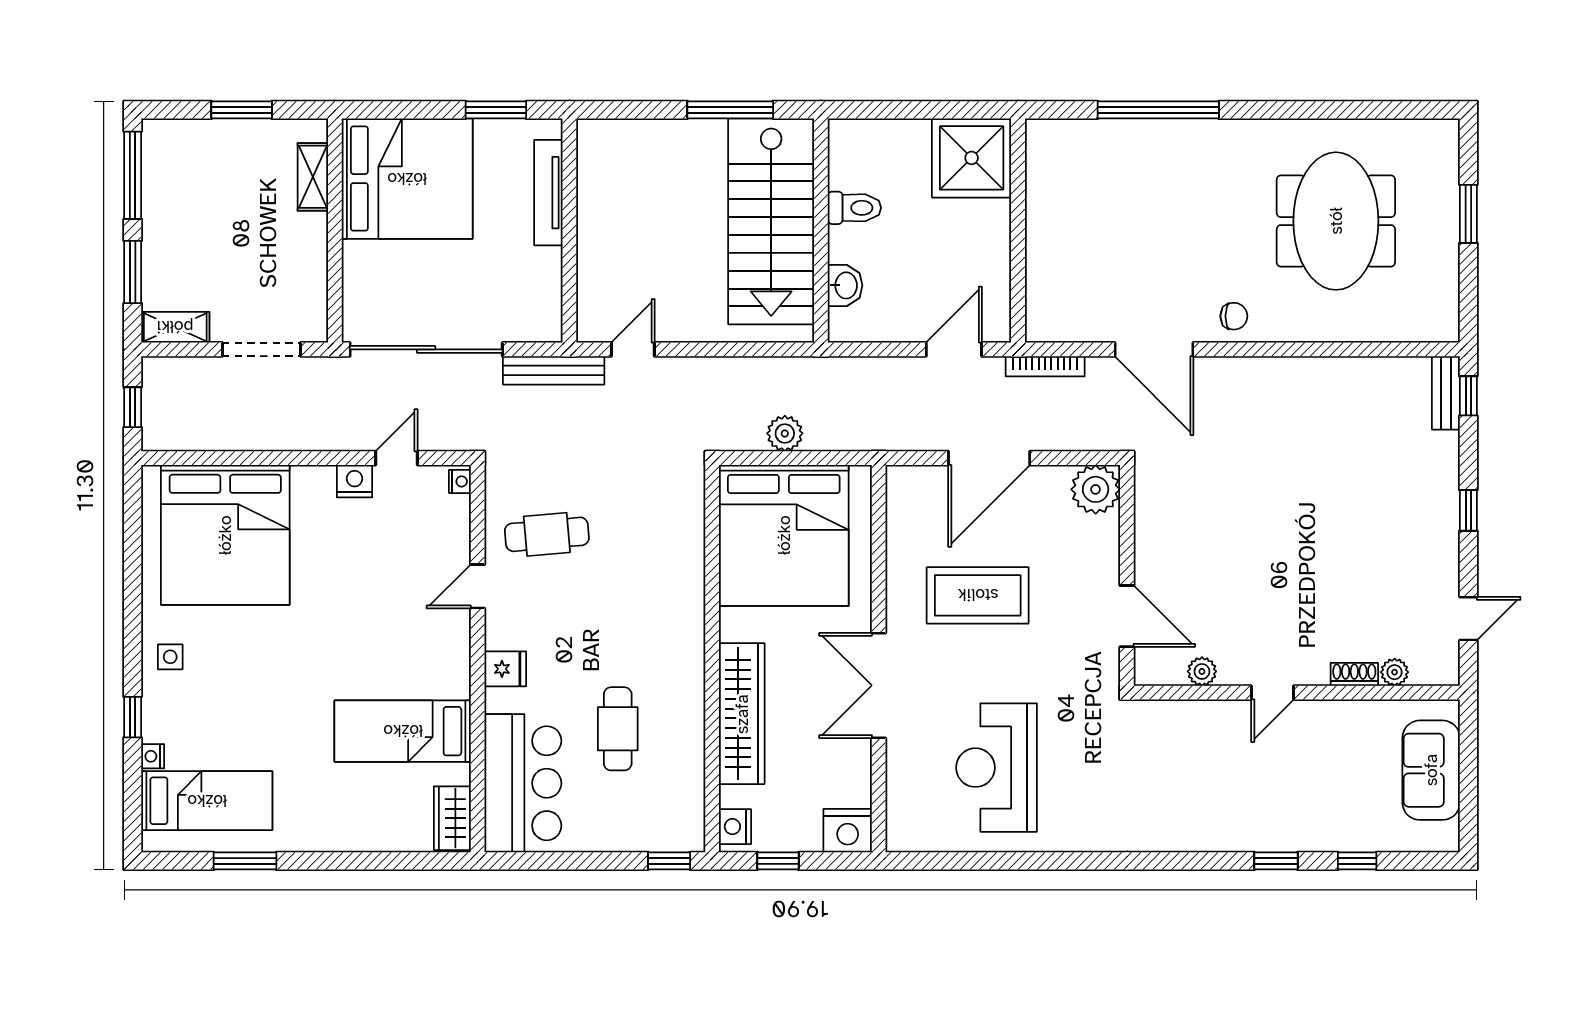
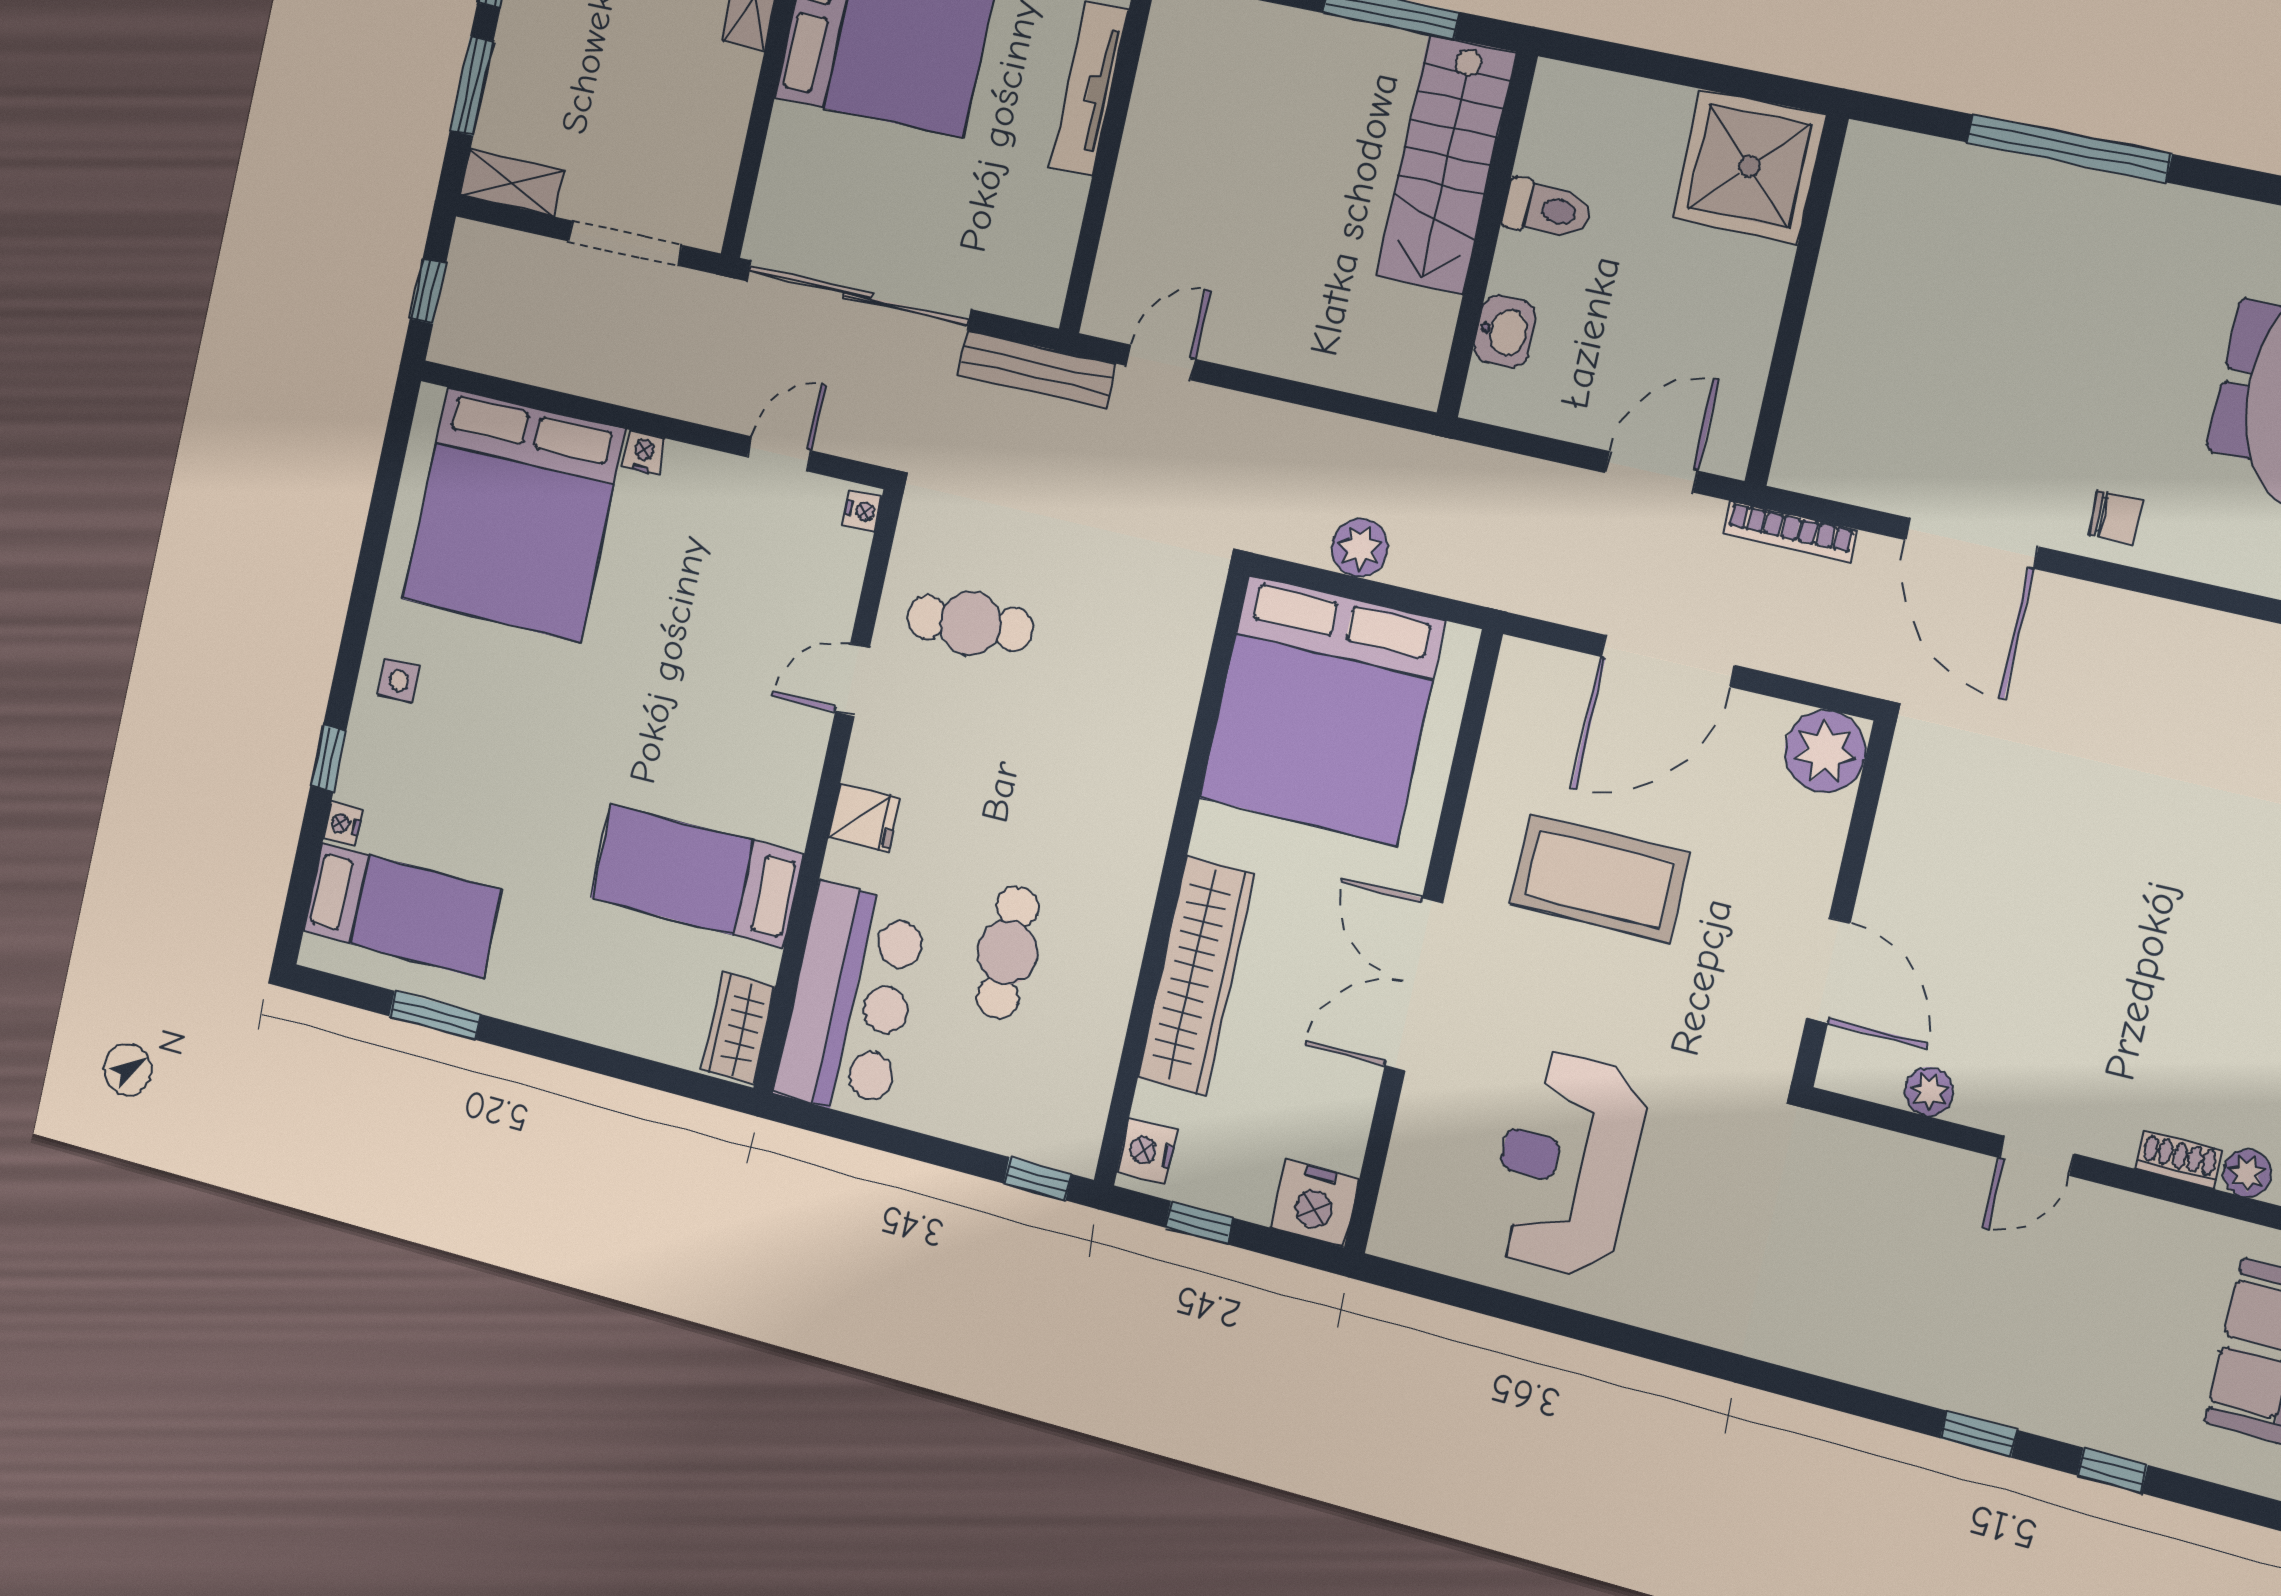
stairs: (771, 221) -> (1446, 165), width x0.73, depth x0.66
nightstand: (355, 481) -> (644, 453), moved, width x0.72, depth x0.74

